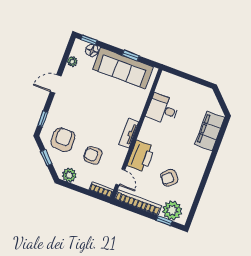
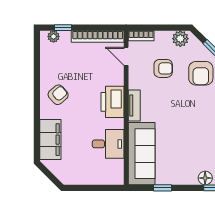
sofa: (123, 68) -> (142, 154), moved, turned 90
printer: (141, 156) -> (113, 102), moved
armchair: (169, 178) -> (58, 95), moved
plant: (172, 210) -> (54, 36), width x0.53, depth x0.53

